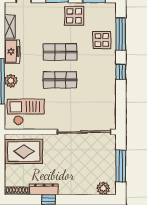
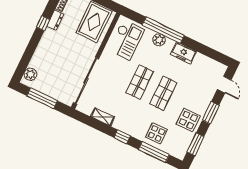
shelving: (10, 27) -> (102, 117), moved
dresser: (44, 189) -> (55, 20), width x0.70

